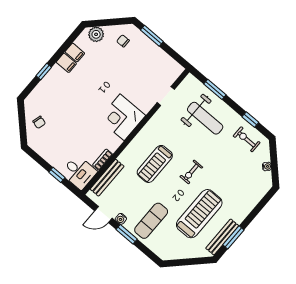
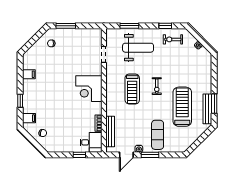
plant: (96, 34) -> (32, 53), removed
filing cabinet: (66, 63) -> (29, 118), moved
treadmill: (155, 164) -> (132, 89), moved

